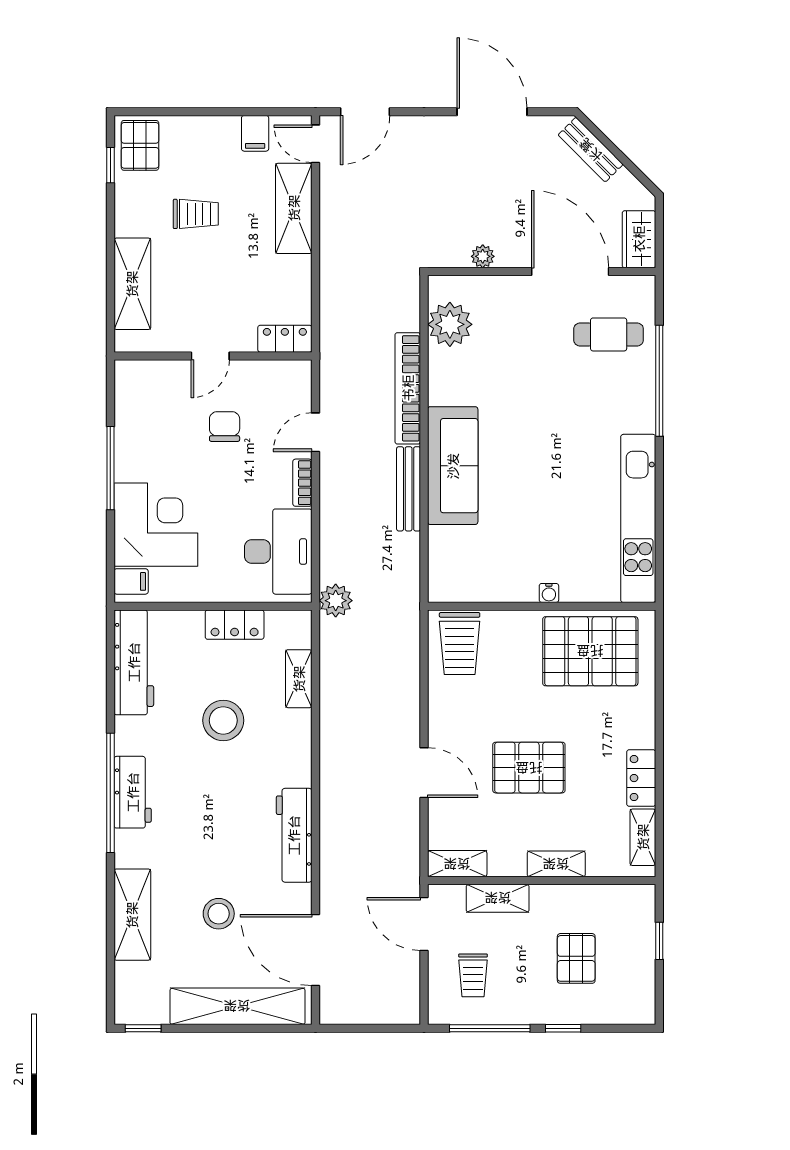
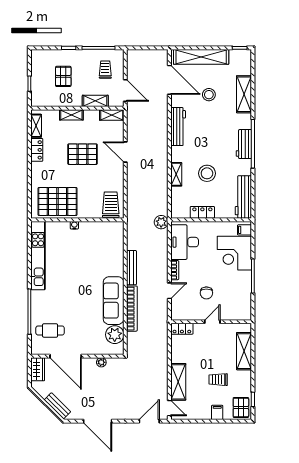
filing cabinet: (255, 133) -> (217, 412), moved
sofa: (453, 466) -> (114, 301), moved
shelving: (299, 679) -> (176, 174), moved

